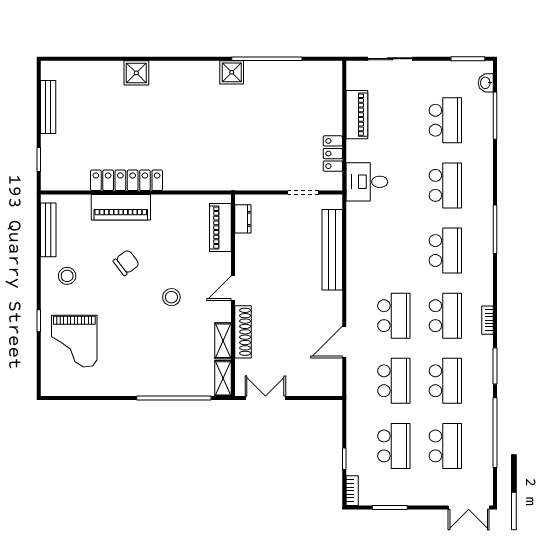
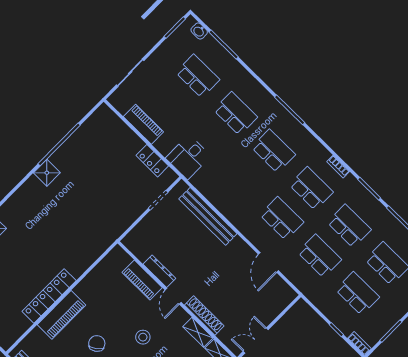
dresser: (243, 219) -> (159, 271), moved, width x1.44
piano: (220, 228) -> (142, 280), moved

